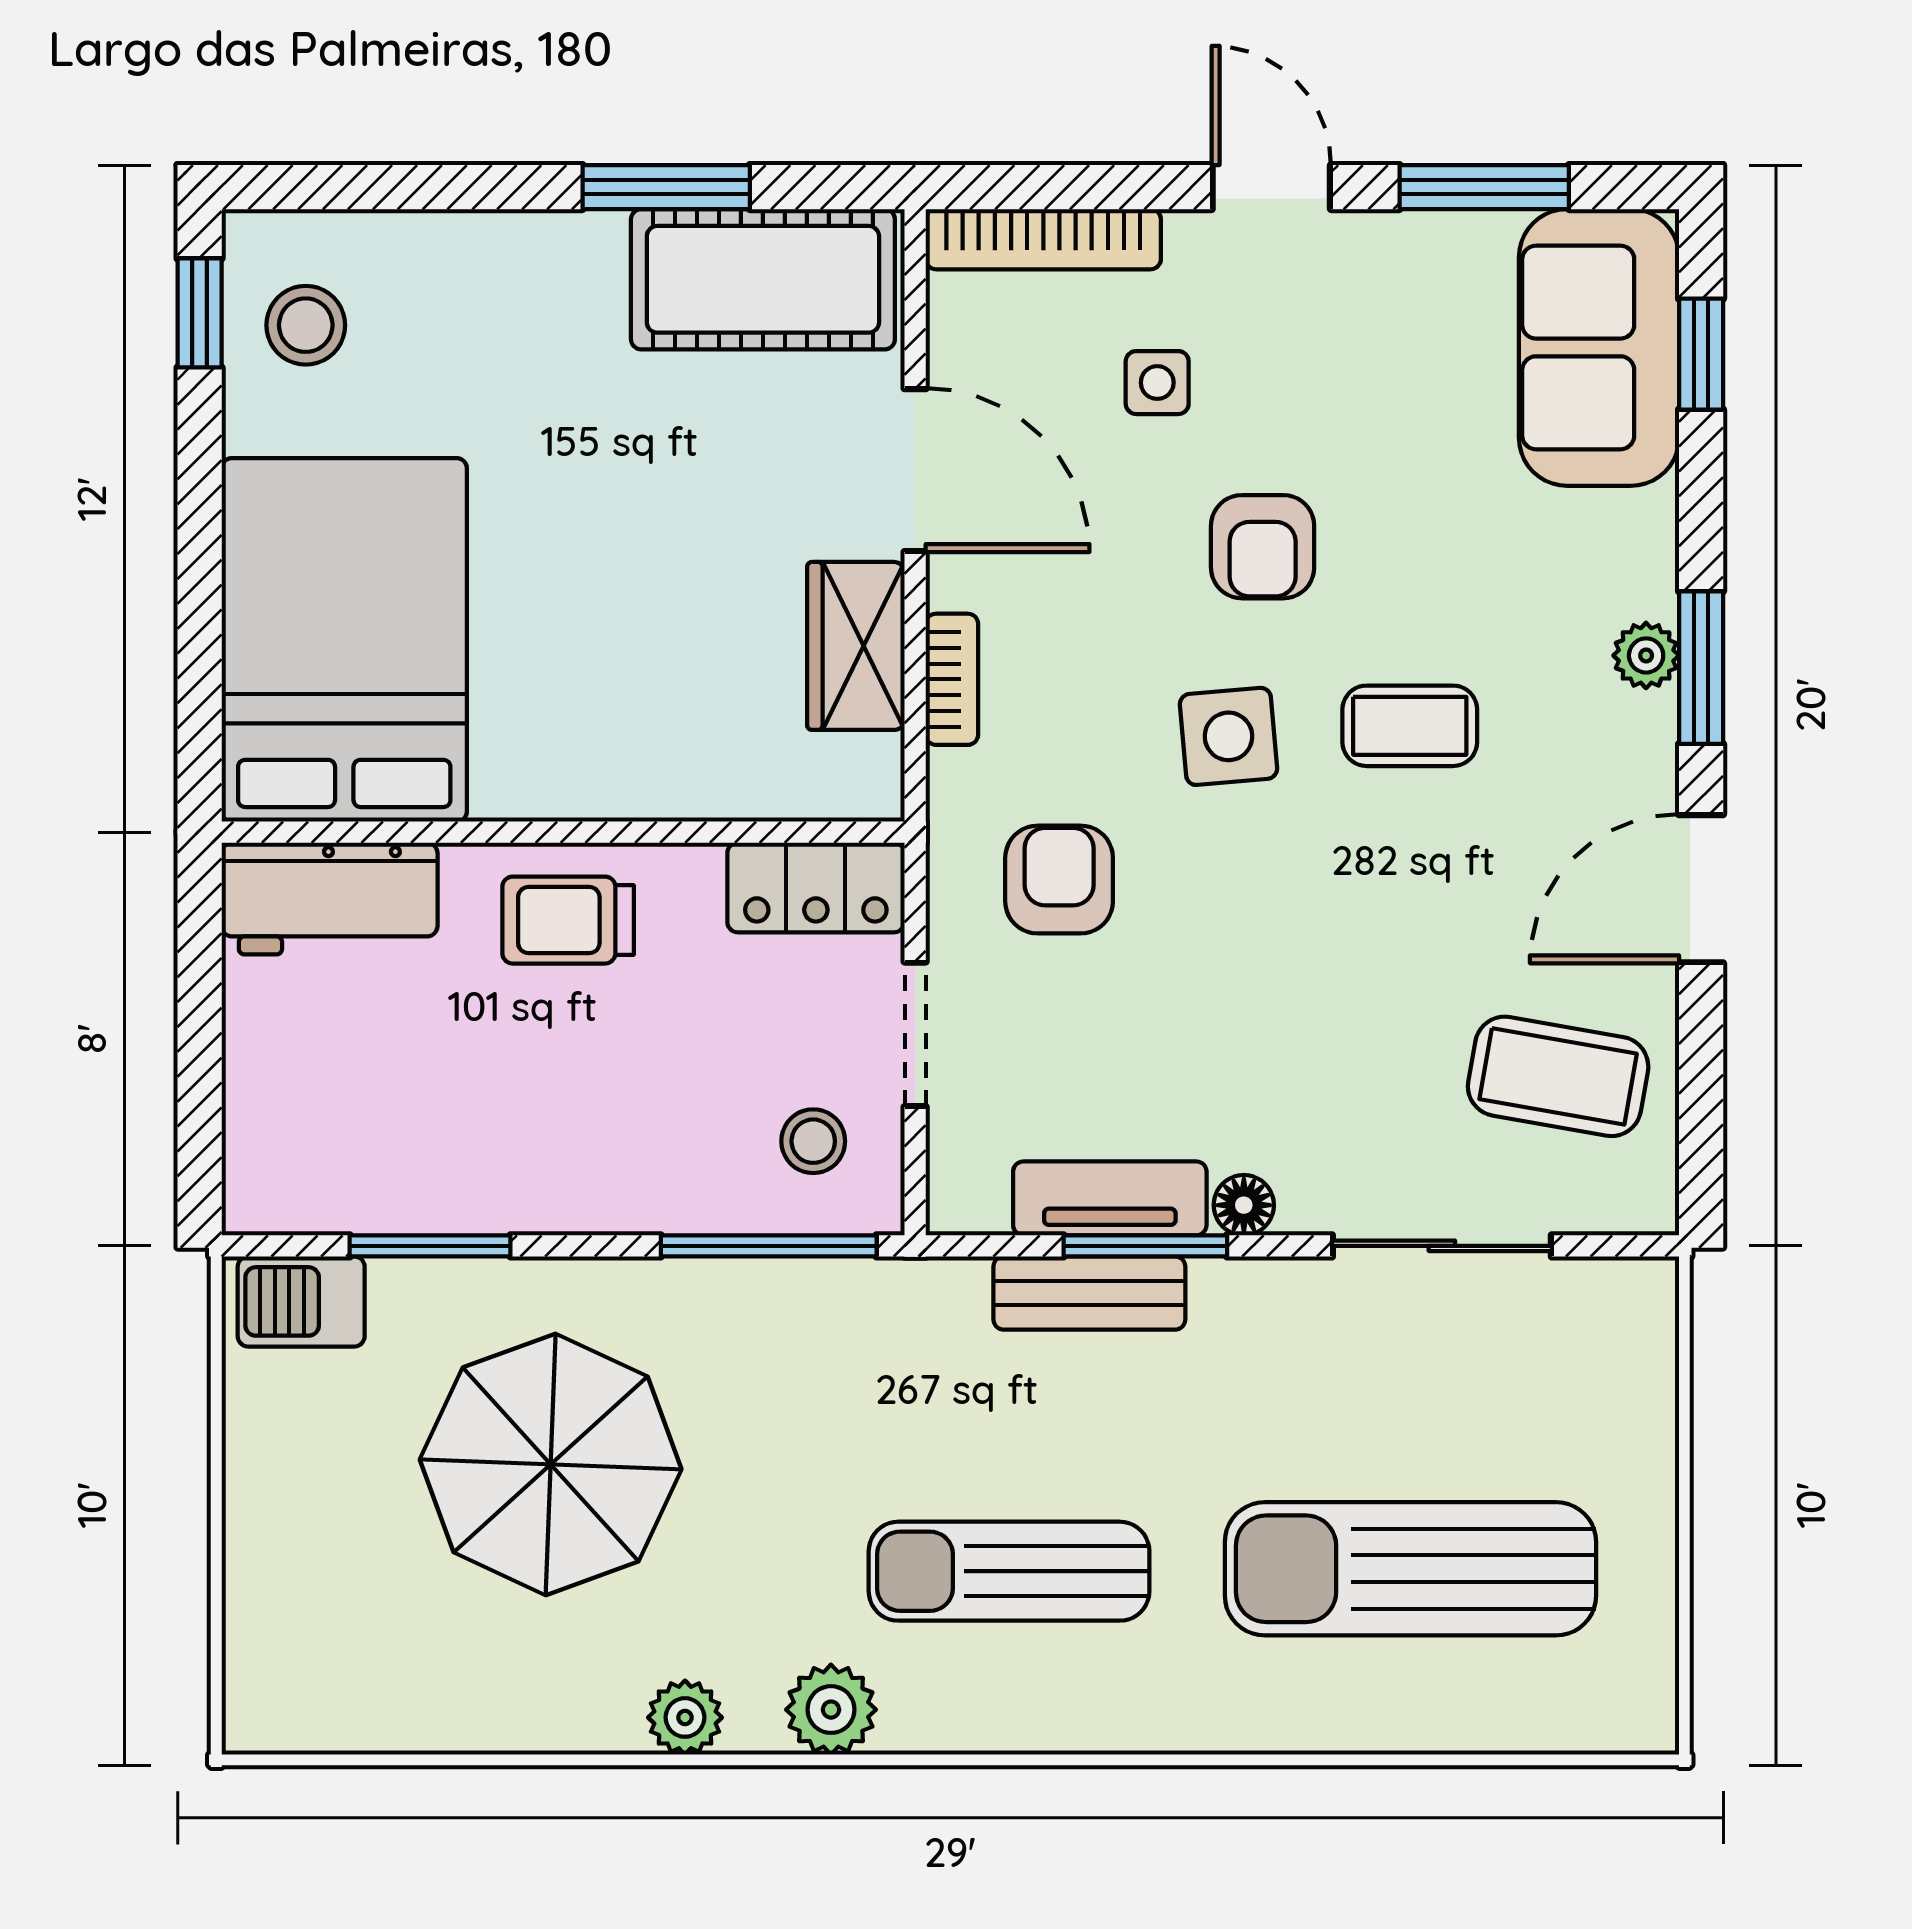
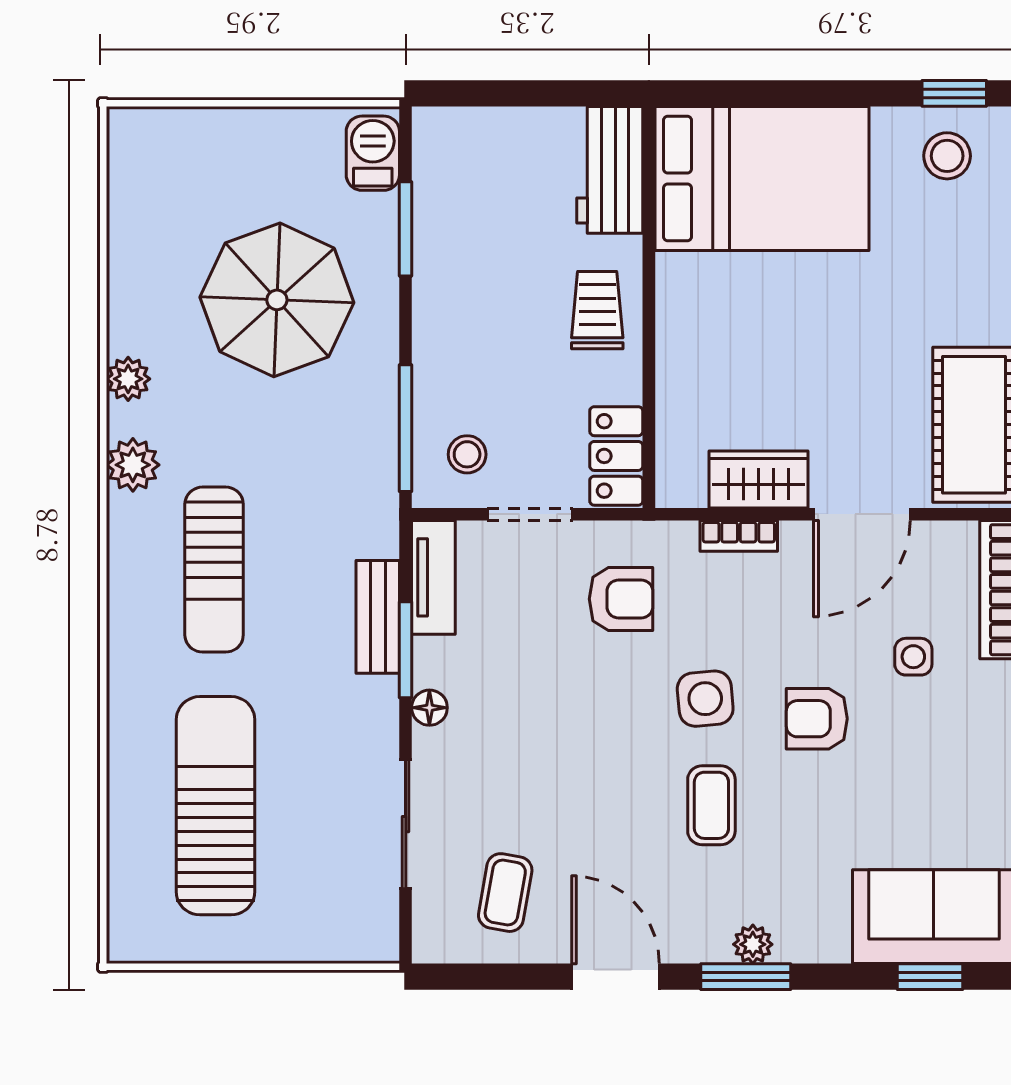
coffee table: (1558, 1076) -> (505, 893), width x0.73, depth x0.77
tv unit: (1110, 1198) -> (433, 577), moved
sun lounger: (1009, 1571) -> (214, 570), turned 180

